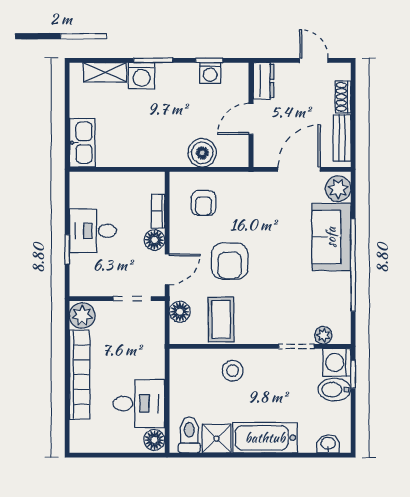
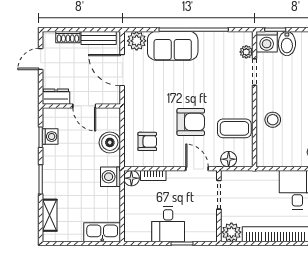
washing machine: (141, 76) -> (111, 177), moved, turned 180
floor lamp: (154, 240) -> (131, 178), moved

